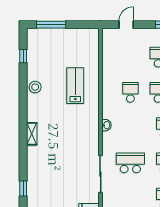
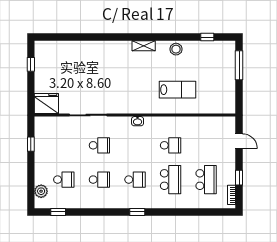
shelving: (32, 134) -> (144, 46), moved
school desk: (130, 163) -> (99, 145), width x0.54
window: (23, 189) -> (73, 37), removed

